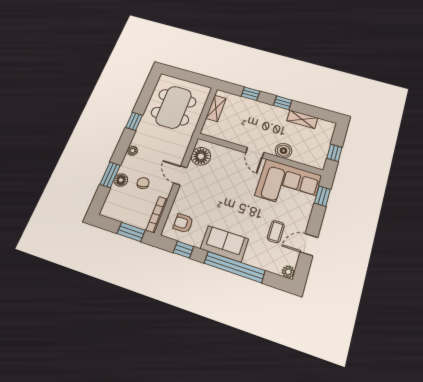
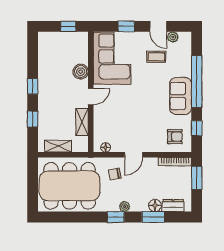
dining table: (174, 107) -> (70, 186), width x1.36, depth x1.24
shelving: (302, 119) -> (82, 122), moved
window: (134, 121) -> (116, 217), moved
floor lamp: (201, 156) -> (106, 147), width x0.53, depth x0.53
chair: (143, 183) -> (115, 174), moved
window: (322, 196) -> (126, 26), moved
dresser: (113, 198) -> (173, 206), added
armchair: (183, 223) -> (175, 137), turned -90
plant: (288, 272) -> (173, 37), moved

